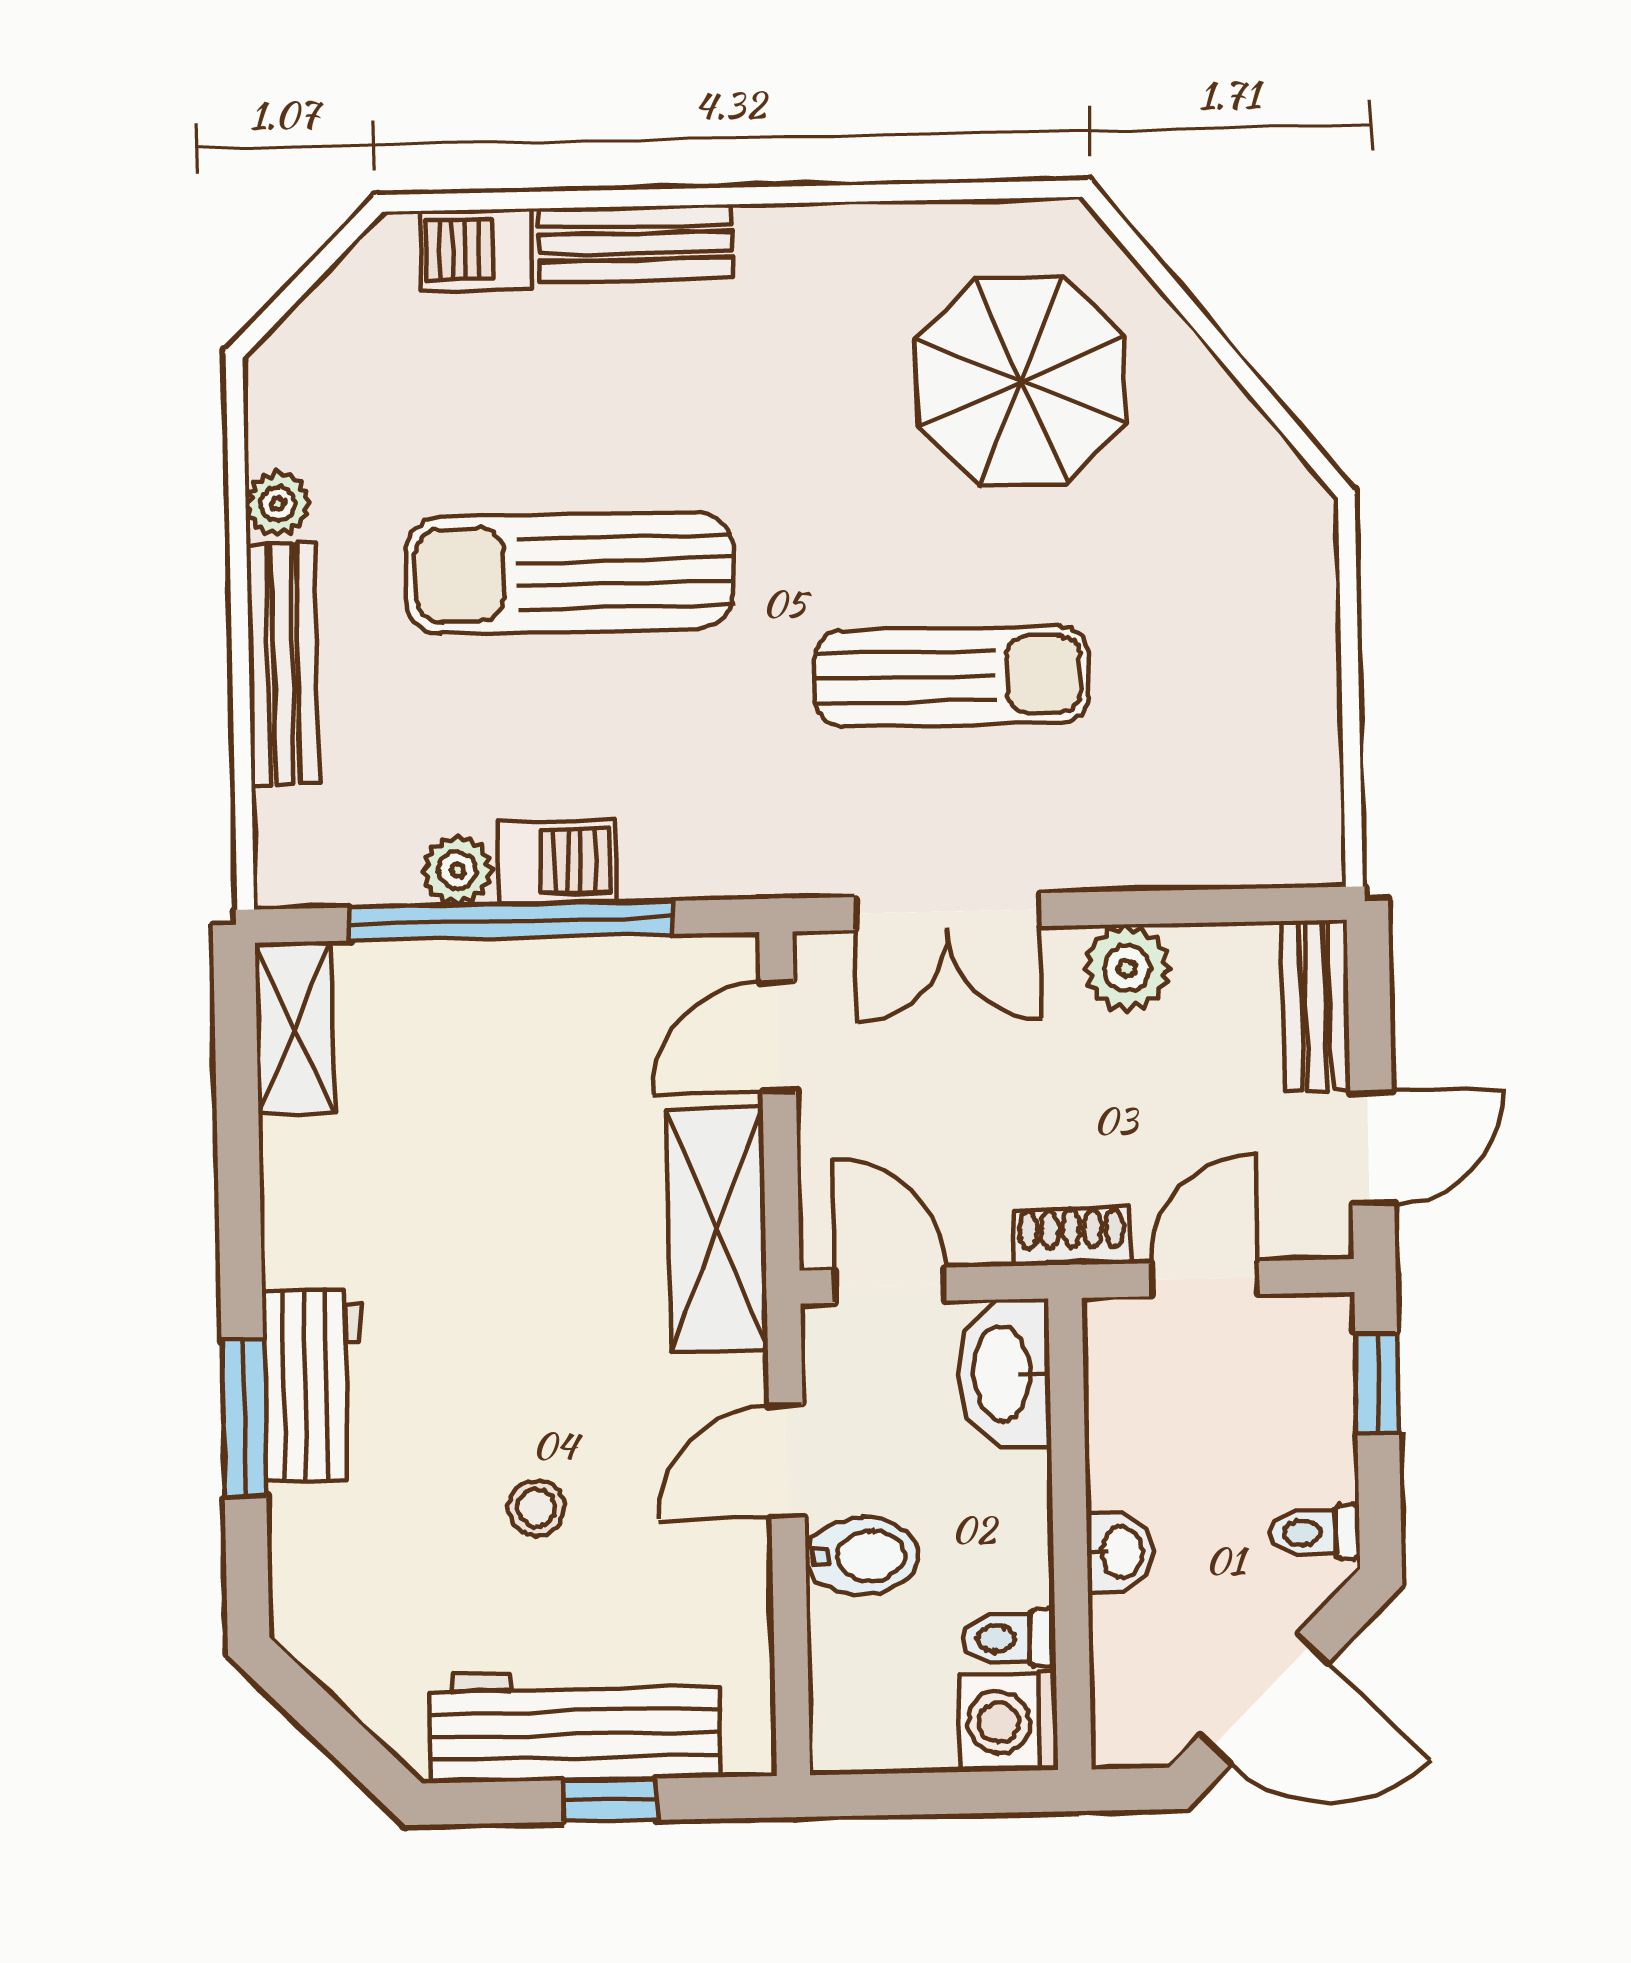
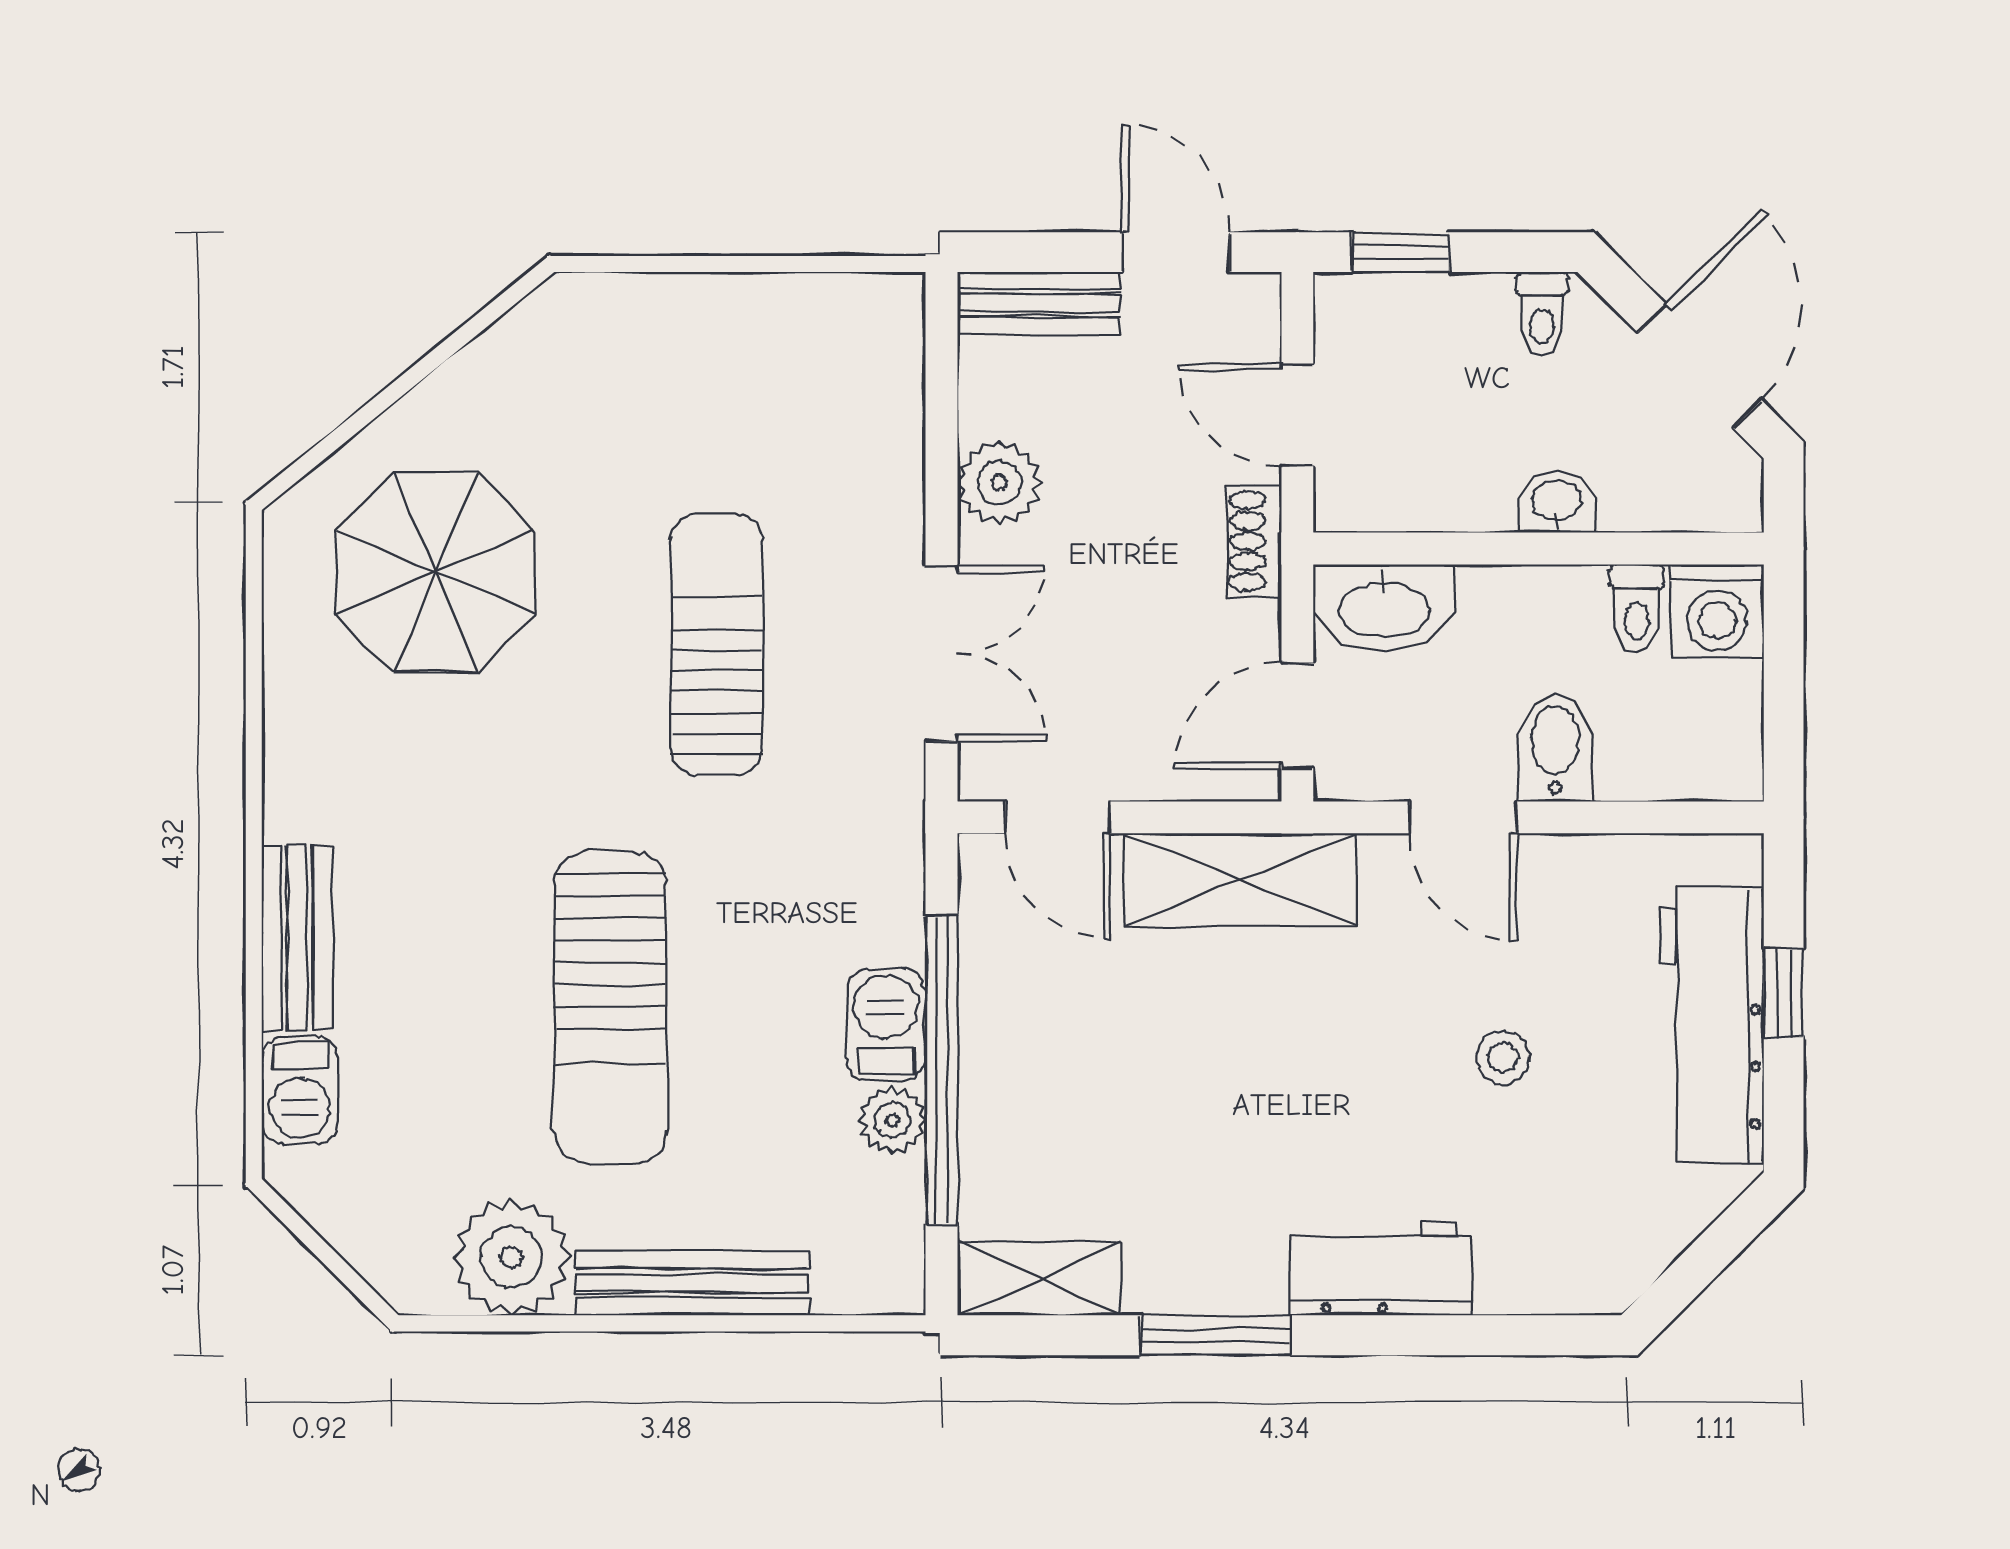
plant: (278, 504) -> (512, 1257), width x1.88, depth x1.88
window: (244, 1418) -> (1216, 1335), moved

